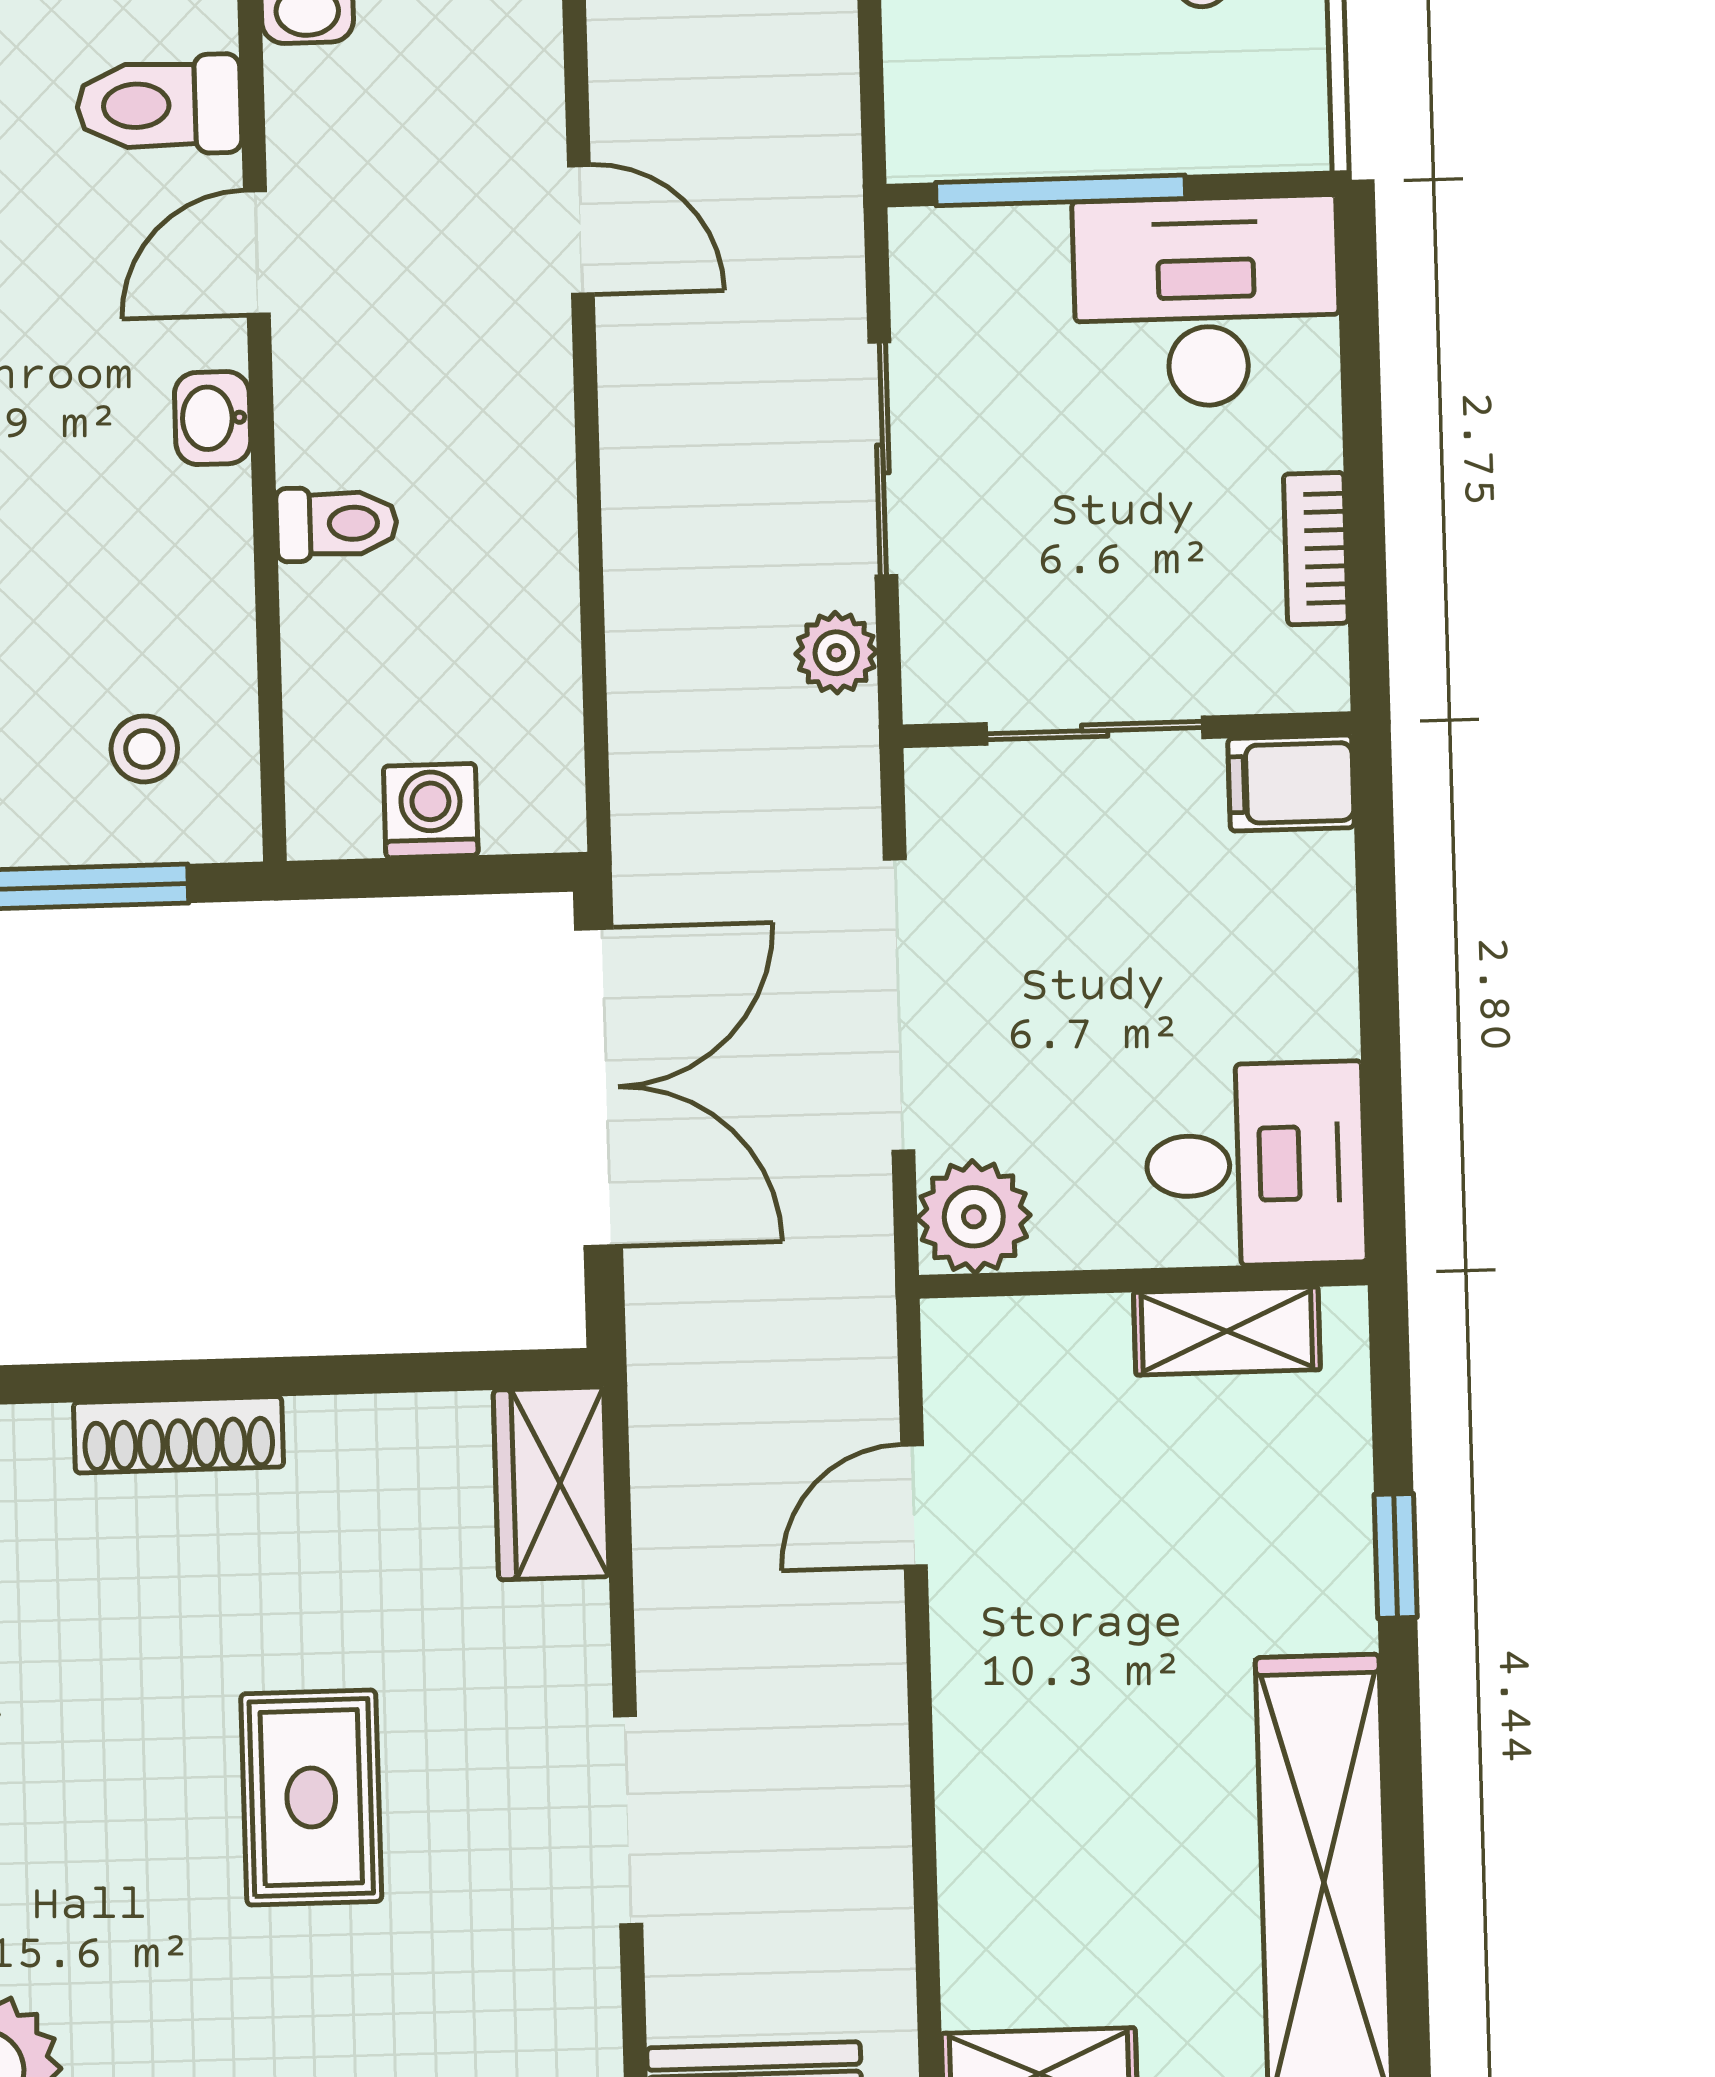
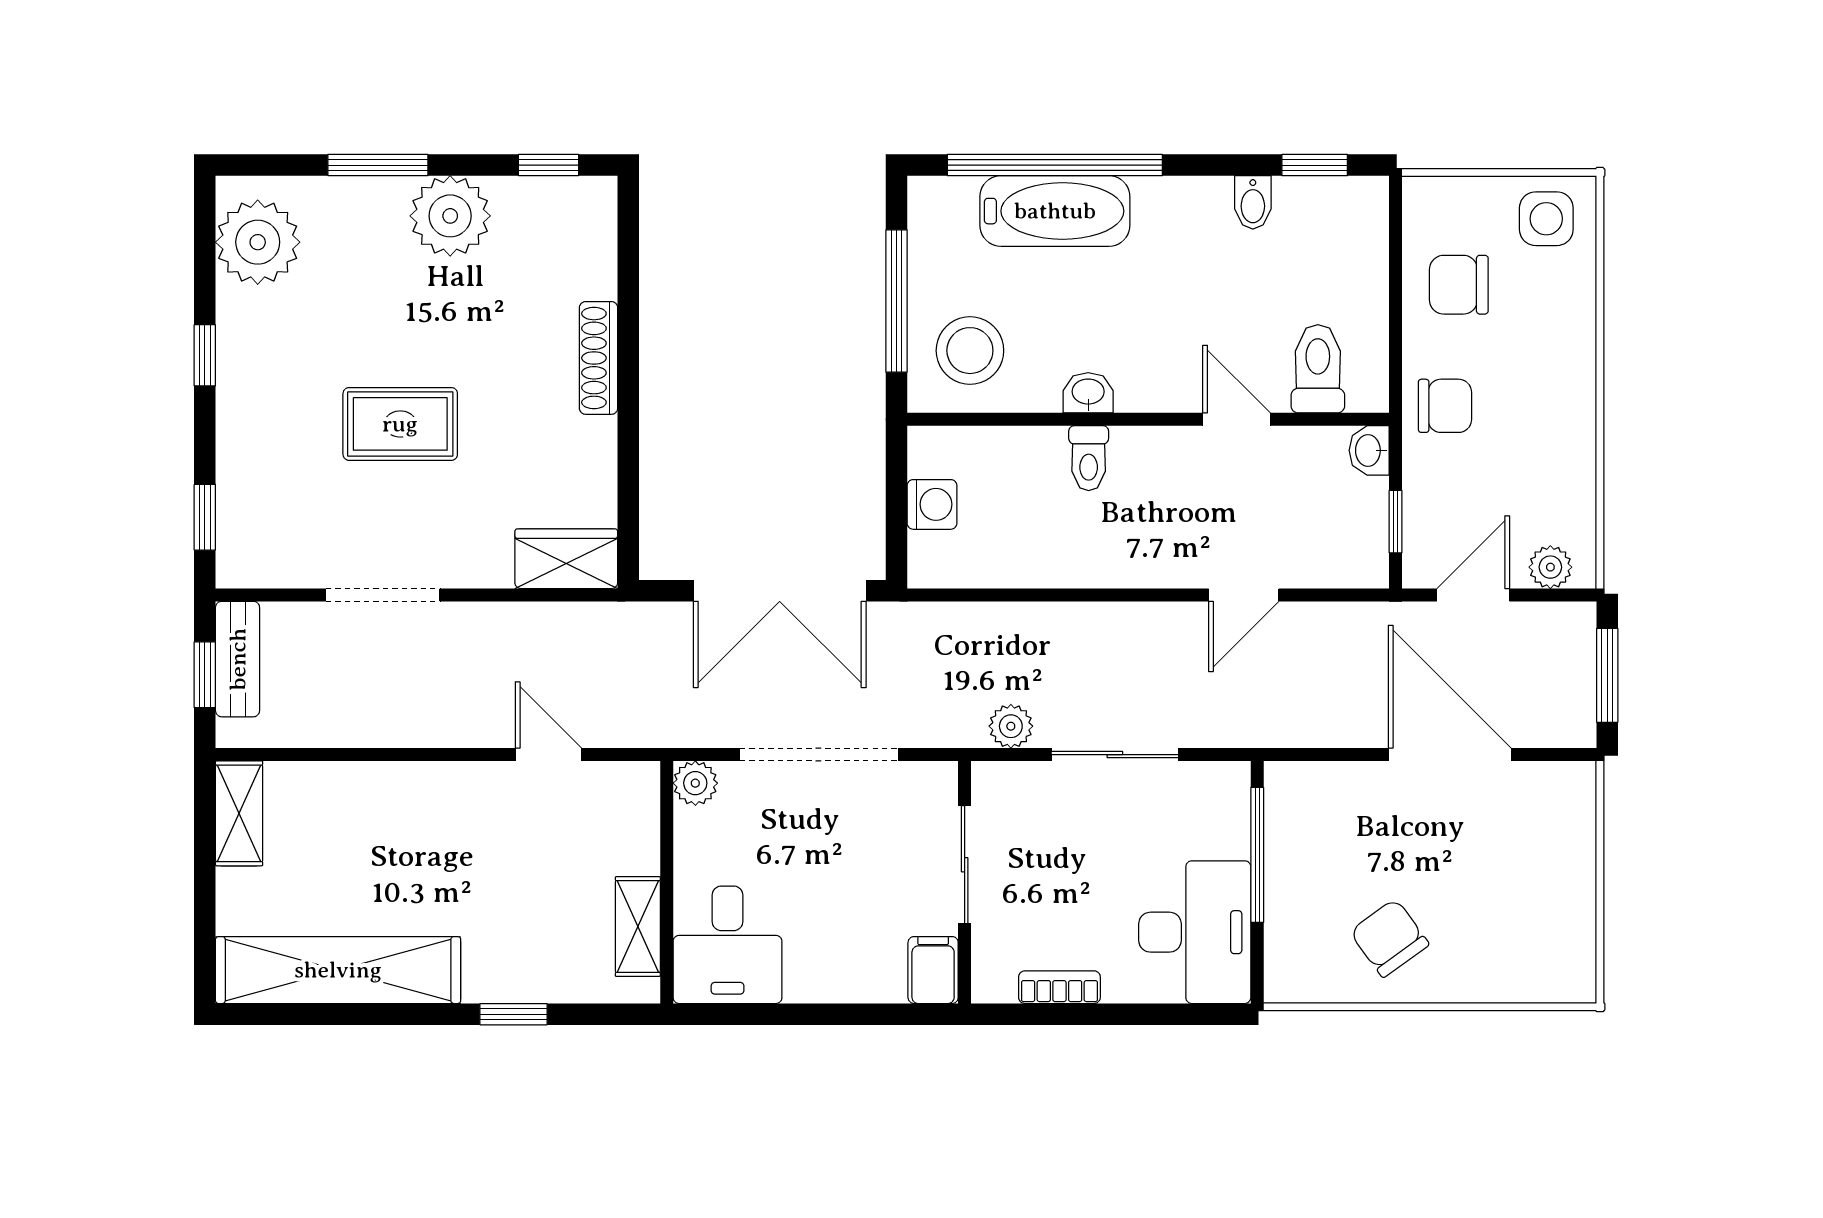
washbasin: (213, 418) -> (1088, 393), moved
stool: (144, 749) -> (970, 351), width x1.89, depth x1.89
plant: (974, 1217) -> (695, 783), width x0.73, depth x0.73

